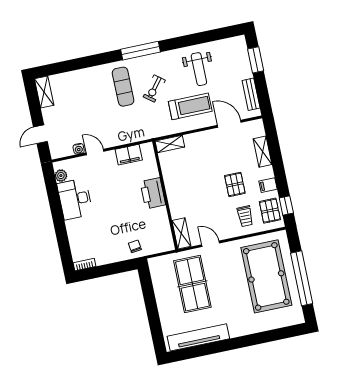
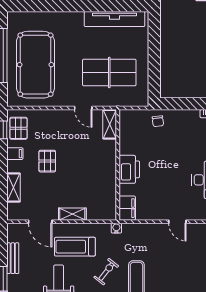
bench: (251, 94) -> (13, 258), moved
shelving: (170, 144) -> (72, 214), moved
water cooler: (79, 149) -> (116, 228), moved
filing cabinet: (129, 155) -> (127, 208), moved, turned 90
trolley: (245, 216) -> (44, 128), removed
table tennis table: (192, 284) -> (109, 72), turned 90

